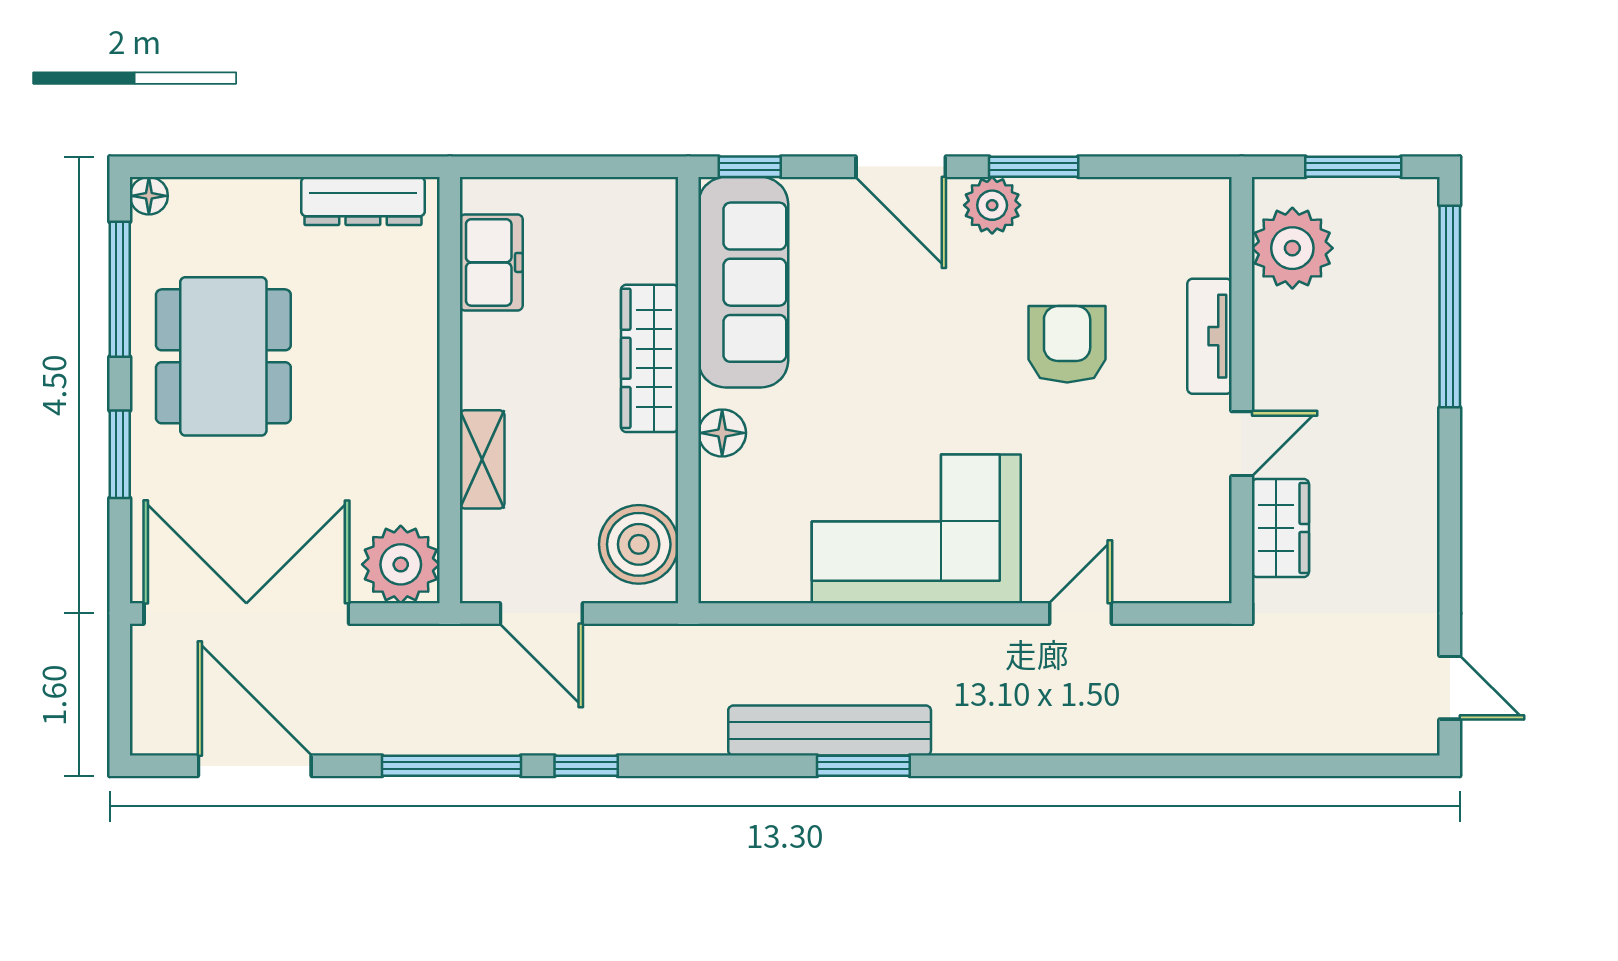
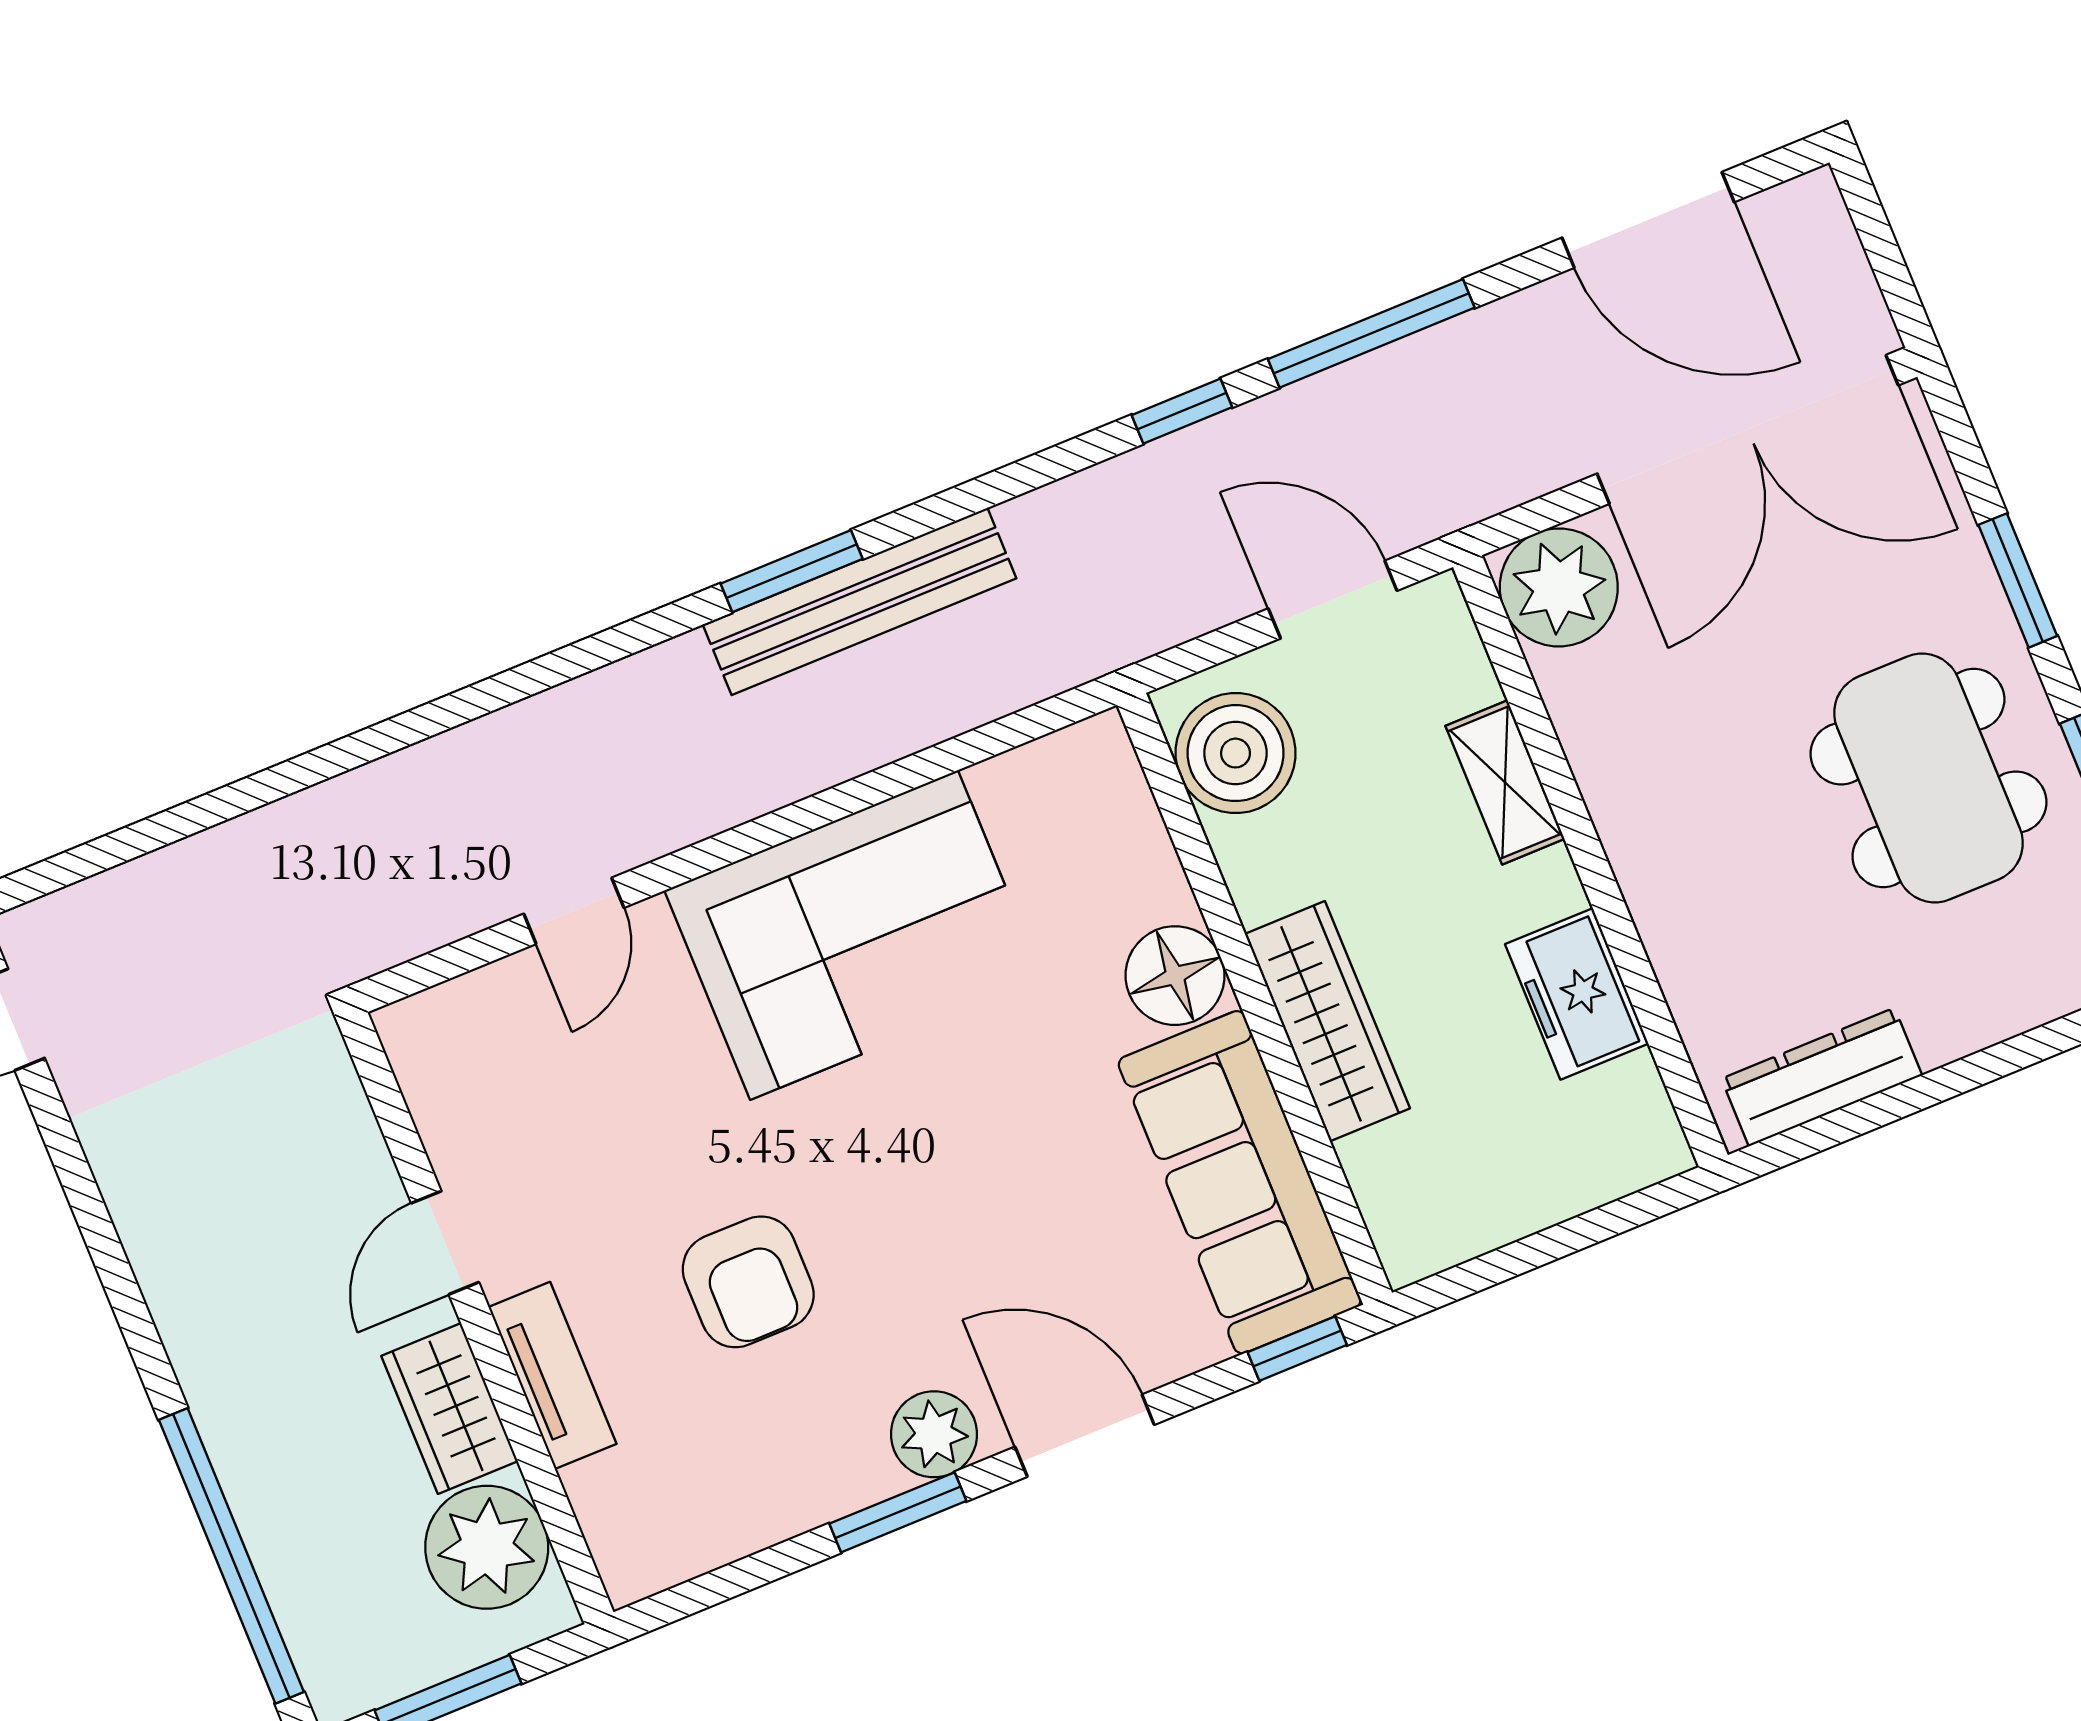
freezer: (491, 262) -> (1577, 994), moved
floor lamp: (722, 433) -> (1175, 976), width x1.38, depth x1.38
wardrobe: (1280, 528) -> (450, 1409), moved

